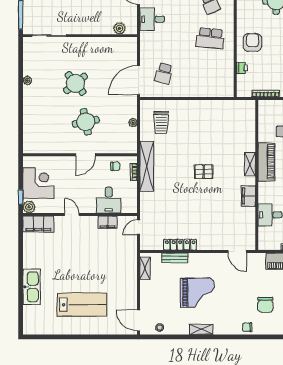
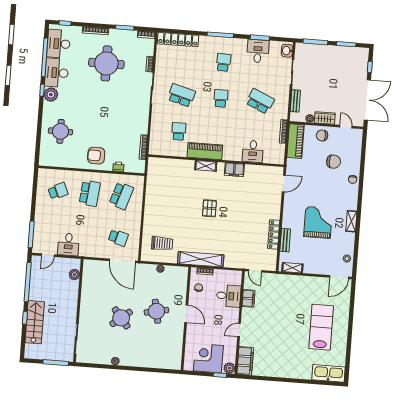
school desk: (210, 74) -> (121, 196), added
kitchen sink: (32, 287) -> (328, 373), moved

